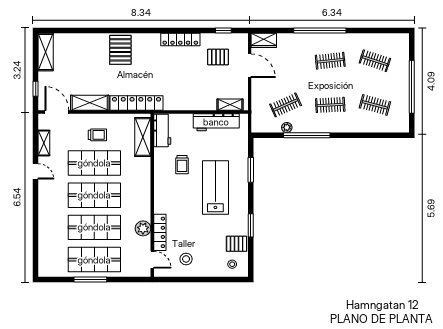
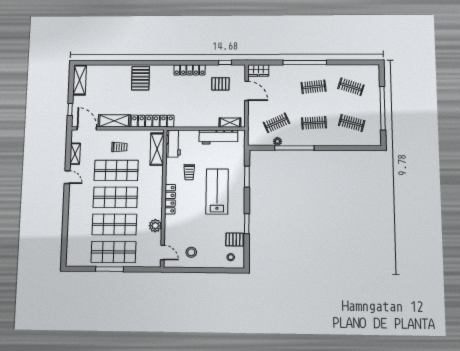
locker: (160, 232) -> (170, 199), moved

